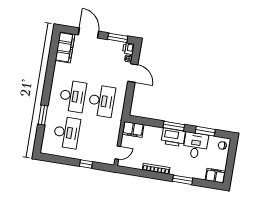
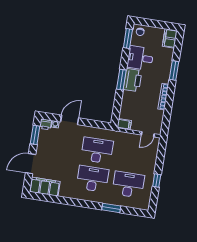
filing cabinet: (133, 129) -> (124, 124), width x0.50
window: (205, 131) -> (128, 39), moved
door: (118, 153) -> (148, 134), swing flipped
window: (86, 164) -> (157, 180), moved

